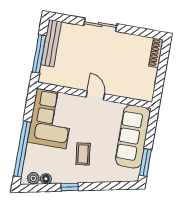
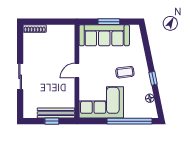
bench: (51, 43) -> (56, 113), moved
window: (39, 54) -> (52, 121), width x0.46
window: (145, 162) -> (109, 22), moved
plant: (33, 178) -> (151, 108), removed

